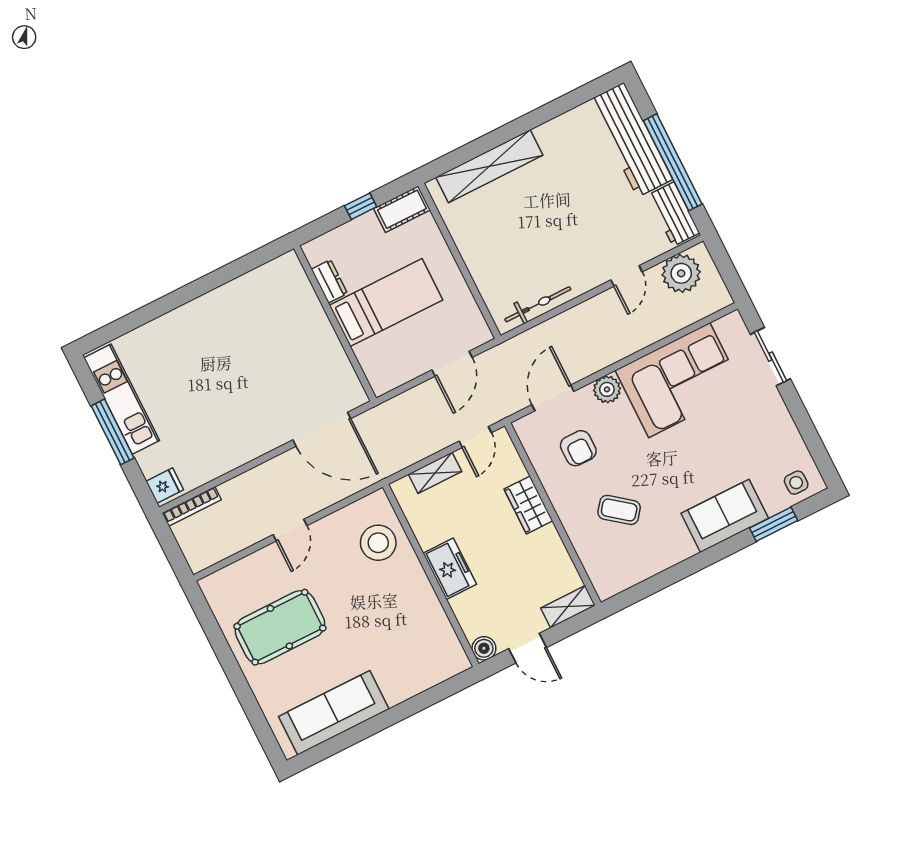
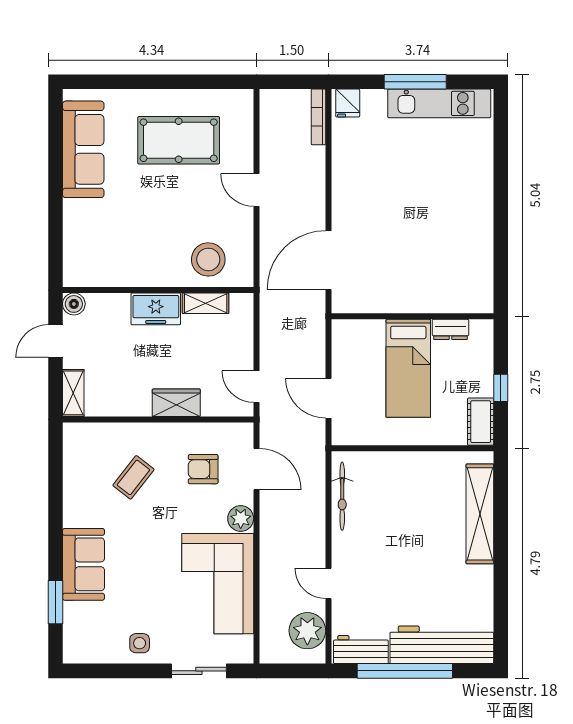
shelving: (435, 473) -> (206, 303), moved, turned 90
side table: (796, 483) -> (140, 643), moved
pool table: (280, 627) -> (179, 140), turned 90

